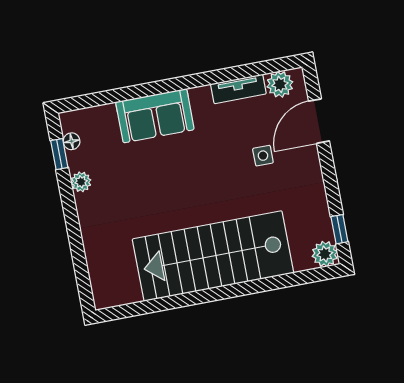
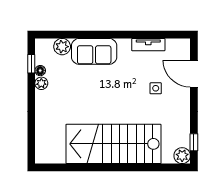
plant: (280, 84) -> (62, 47), moved
door: (319, 121) -> (194, 74), hinge flipped
floor lamp: (72, 141) -> (40, 71), moved

